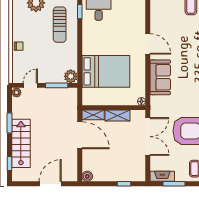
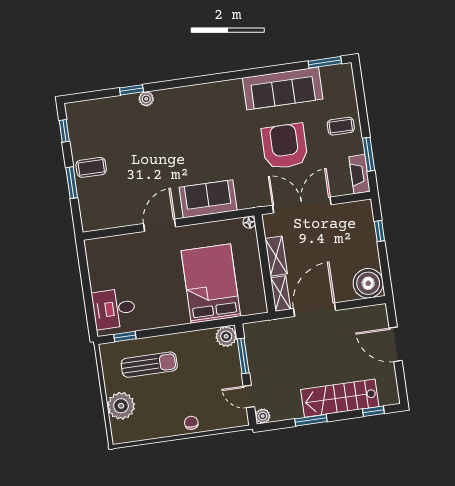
boiler: (87, 176) -> (368, 283), width x1.86, depth x1.86

